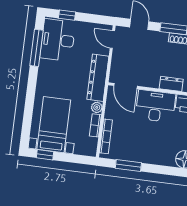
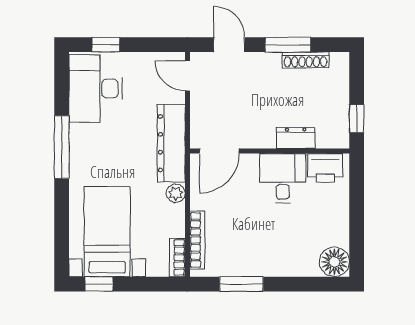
window: (37, 48) -> (62, 147), moved
door: (126, 86) -> (219, 151), hinge flipped
desk: (156, 106) -> (283, 178), width x0.73
bookcase: (95, 125) -> (177, 258), moved

